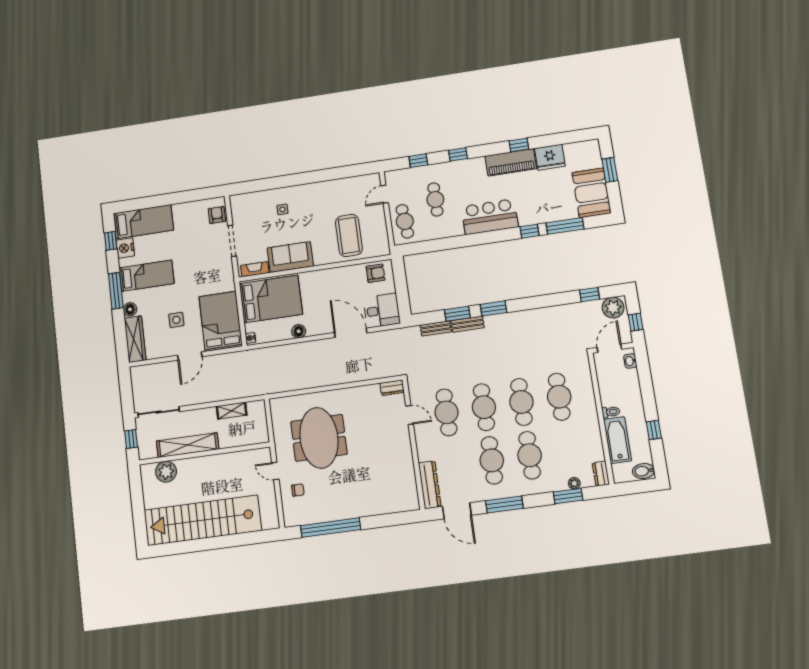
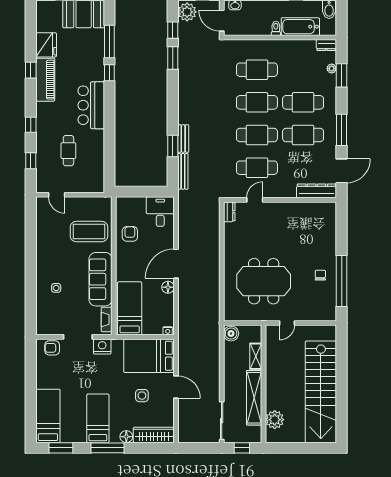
cafe table: (435, 200) -> (68, 151), turned 90
cafe table: (405, 221) -> (84, 180), removed
window: (111, 241) -> (61, 448), width x1.50
nightstand: (125, 248) -> (102, 346), moved, turned 180
sofa: (290, 257) -> (101, 279), width x1.36
armchair: (376, 273) -> (130, 234), moved
bed: (271, 299) -> (130, 308), width x0.67
window: (494, 308) -> (173, 58), moved
bench: (436, 328) -> (183, 171), width x1.36
door: (351, 333) -> (176, 264), moved
boiler: (256, 409) -> (231, 334), added
shelving: (232, 411) -> (256, 356), moved
chair: (298, 490) -> (320, 275), moved

